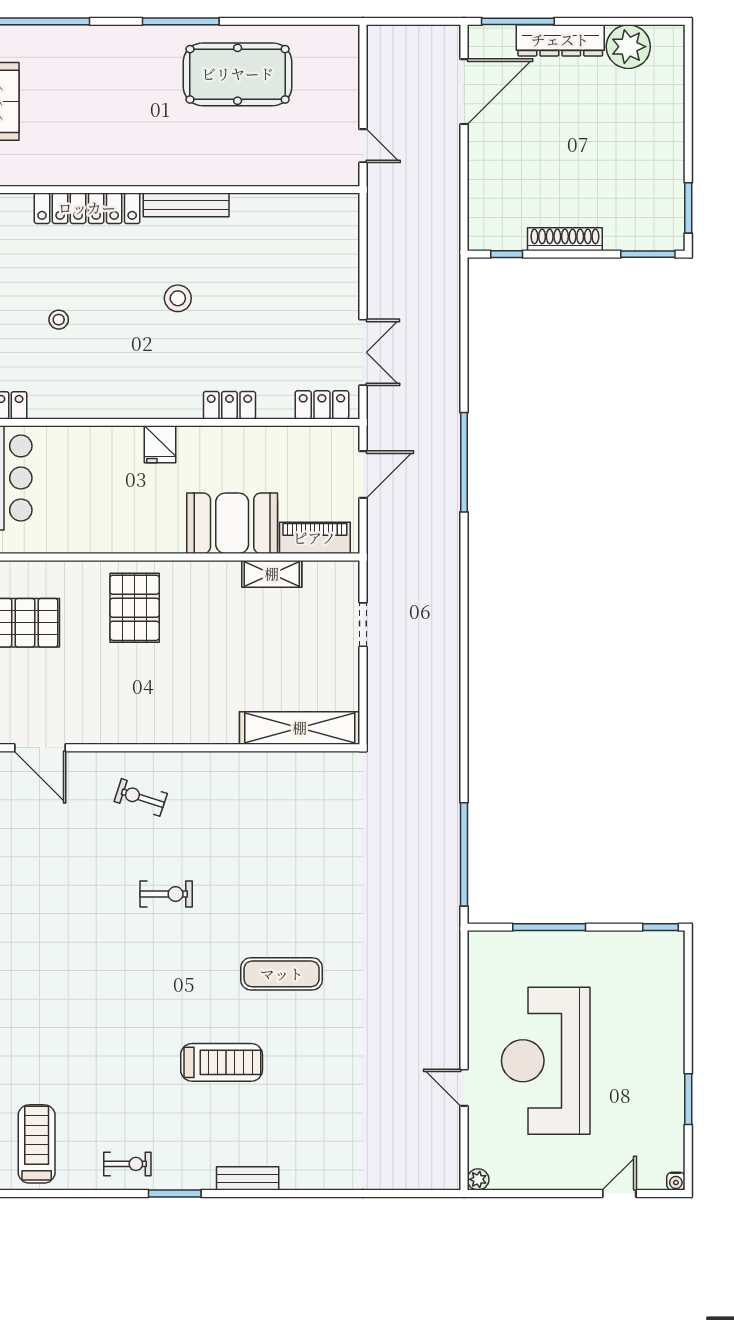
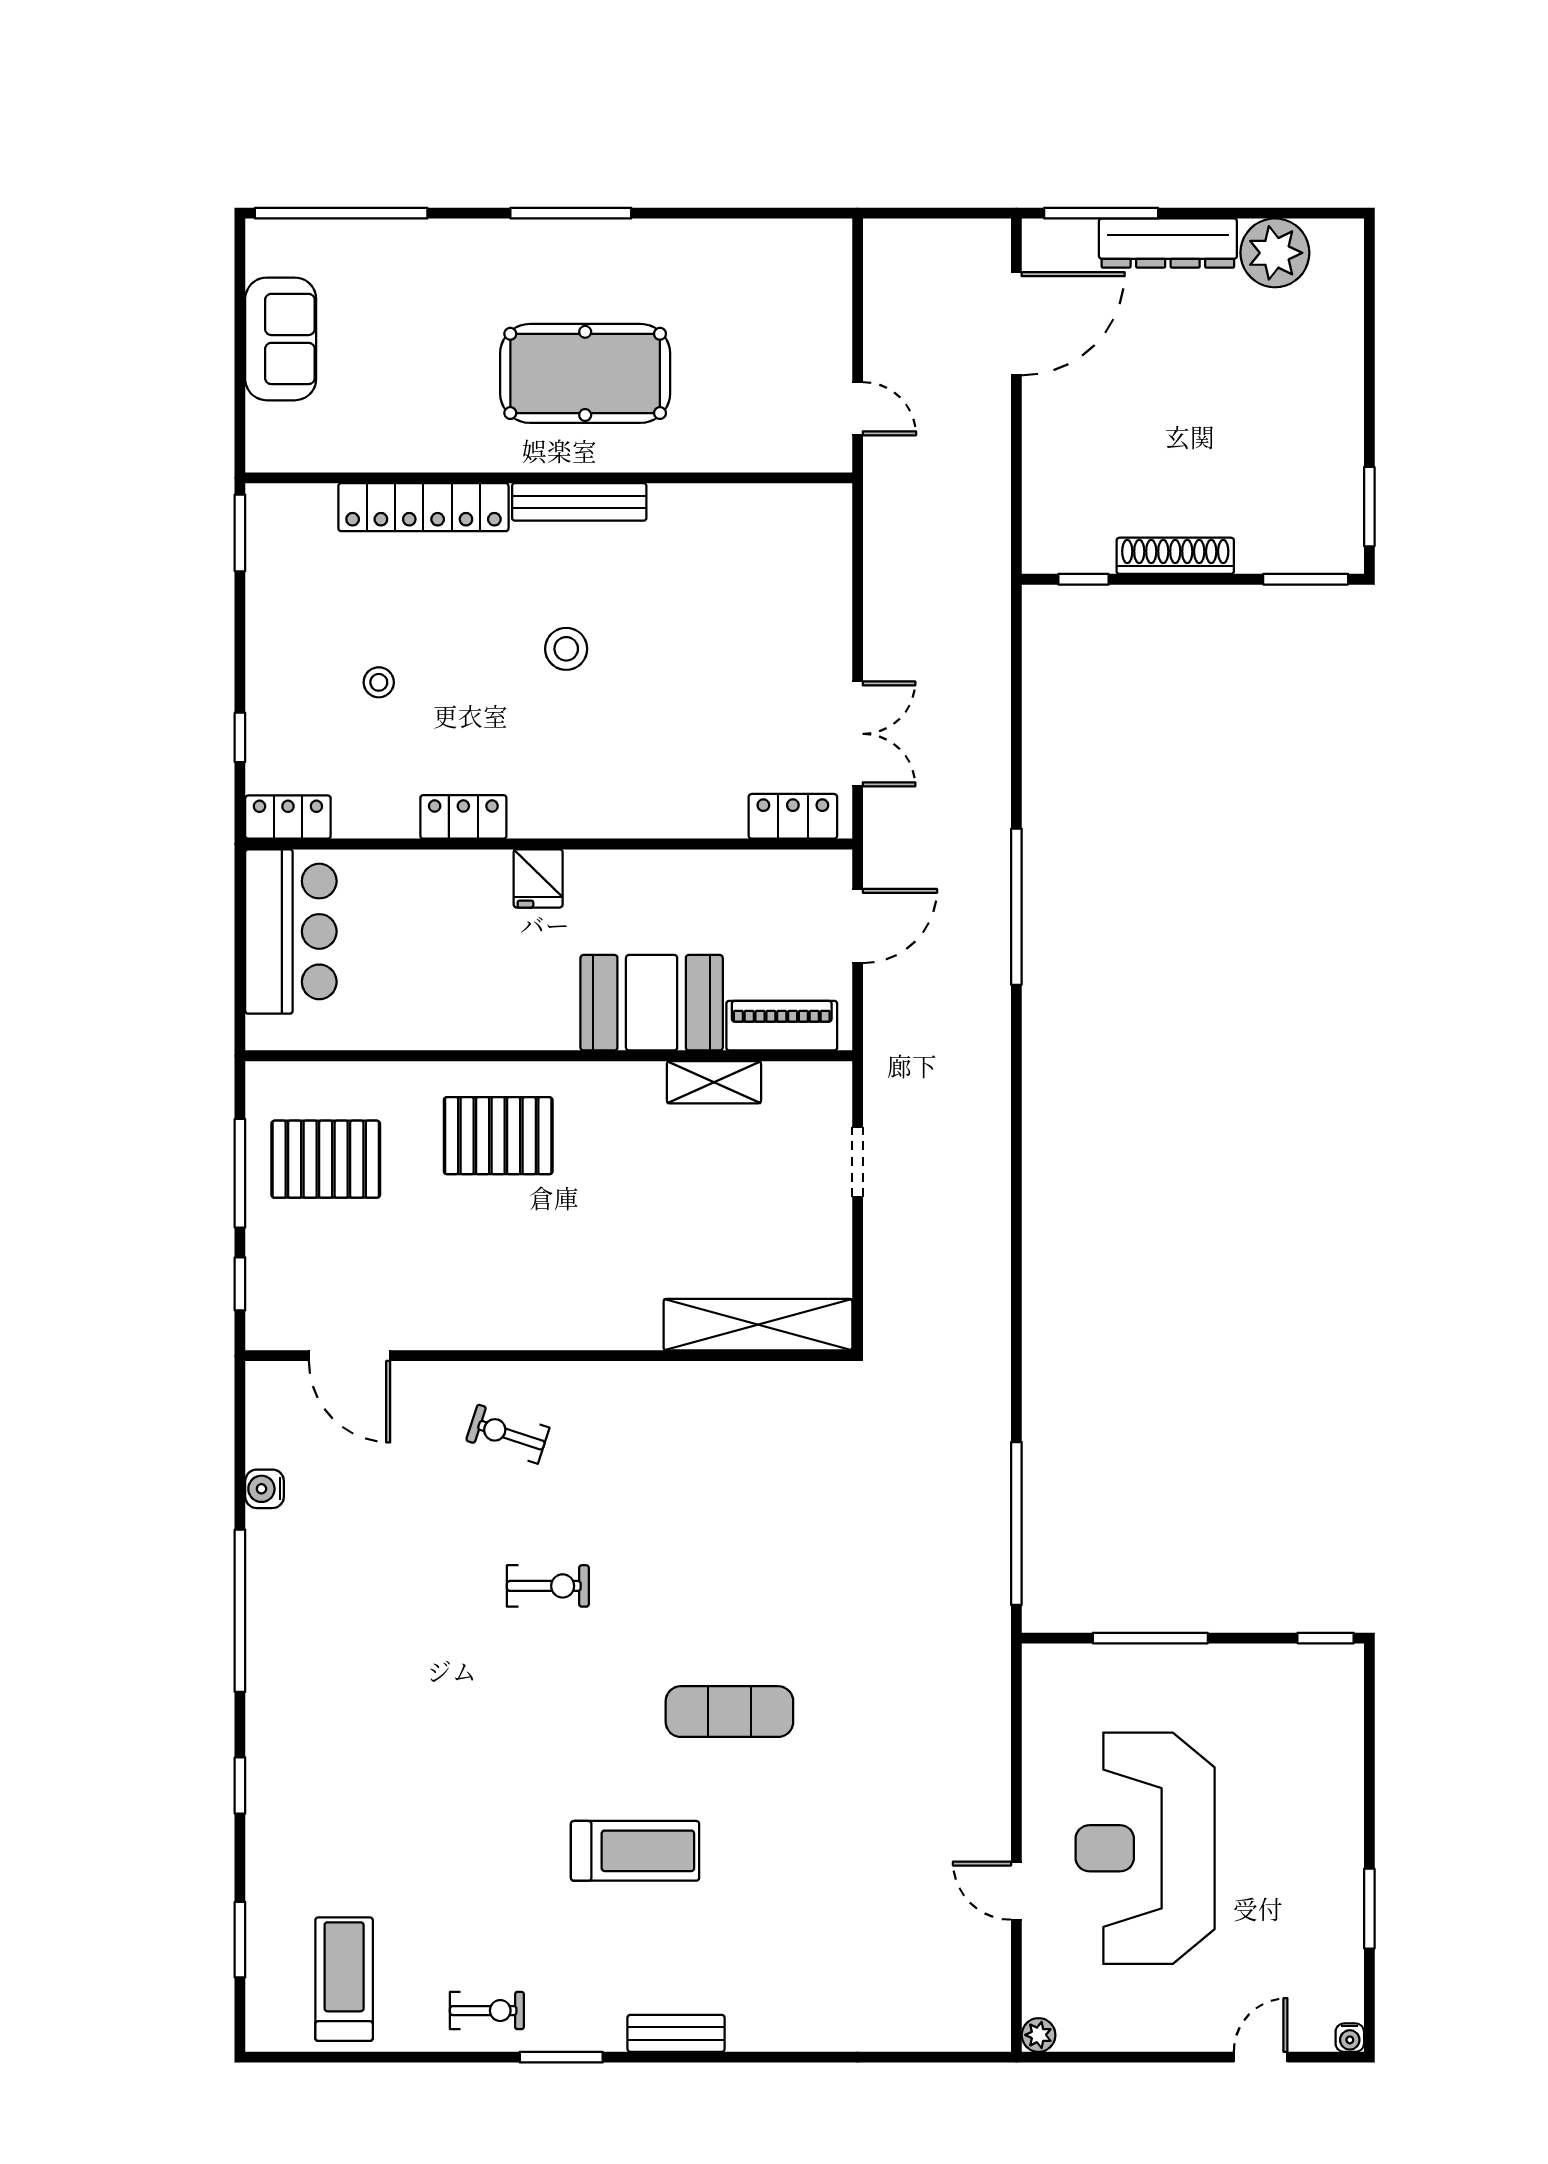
pool table: (238, 74) -> (585, 373), moved
locker: (229, 405) -> (463, 817), moved
pallet: (135, 608) -> (498, 1136), turned 90

